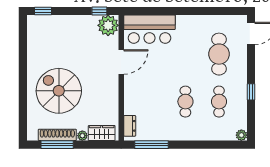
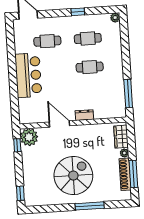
bar counter: (149, 29) -> (28, 75), moved
cafe table: (219, 54) -> (47, 41), width x0.73, depth x0.74
window: (23, 91) -> (90, 206), added
spiral stairs: (59, 91) -> (73, 176), moved, turned 180
dresser: (130, 126) -> (84, 115), moved

